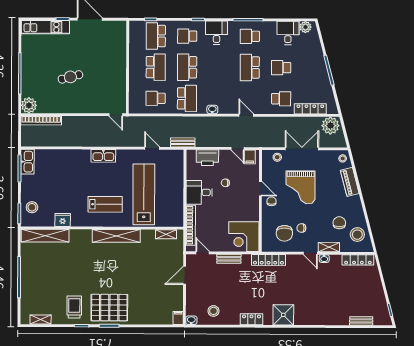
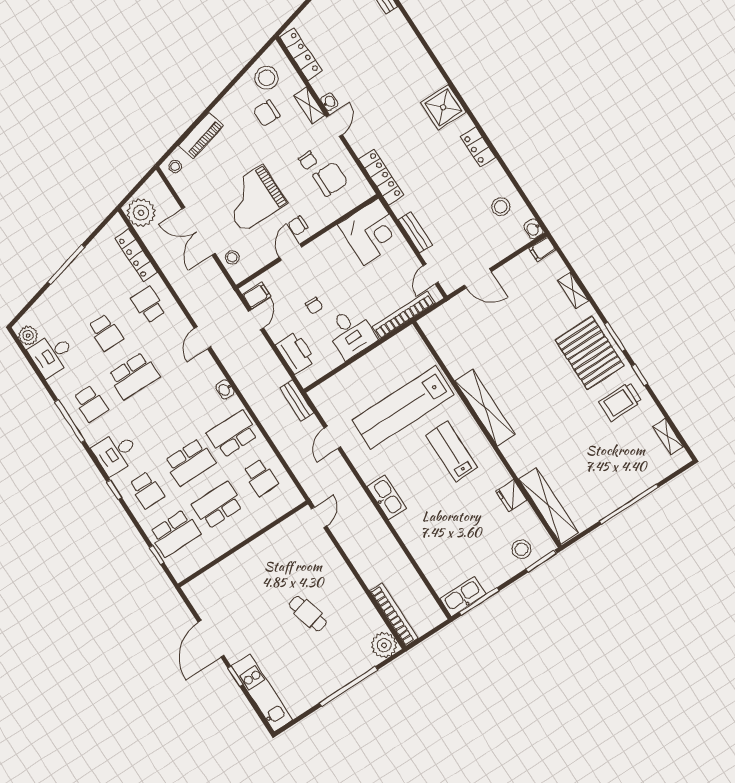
grand piano: (301, 187) -> (253, 198), turned 180
shelving: (166, 234) -> (573, 290), moved

